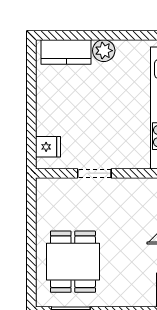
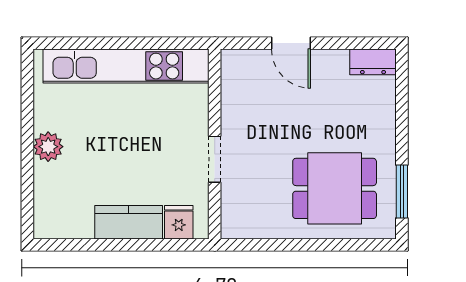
kitchen counter: (66, 52) -> (129, 222), moved, turned -90

